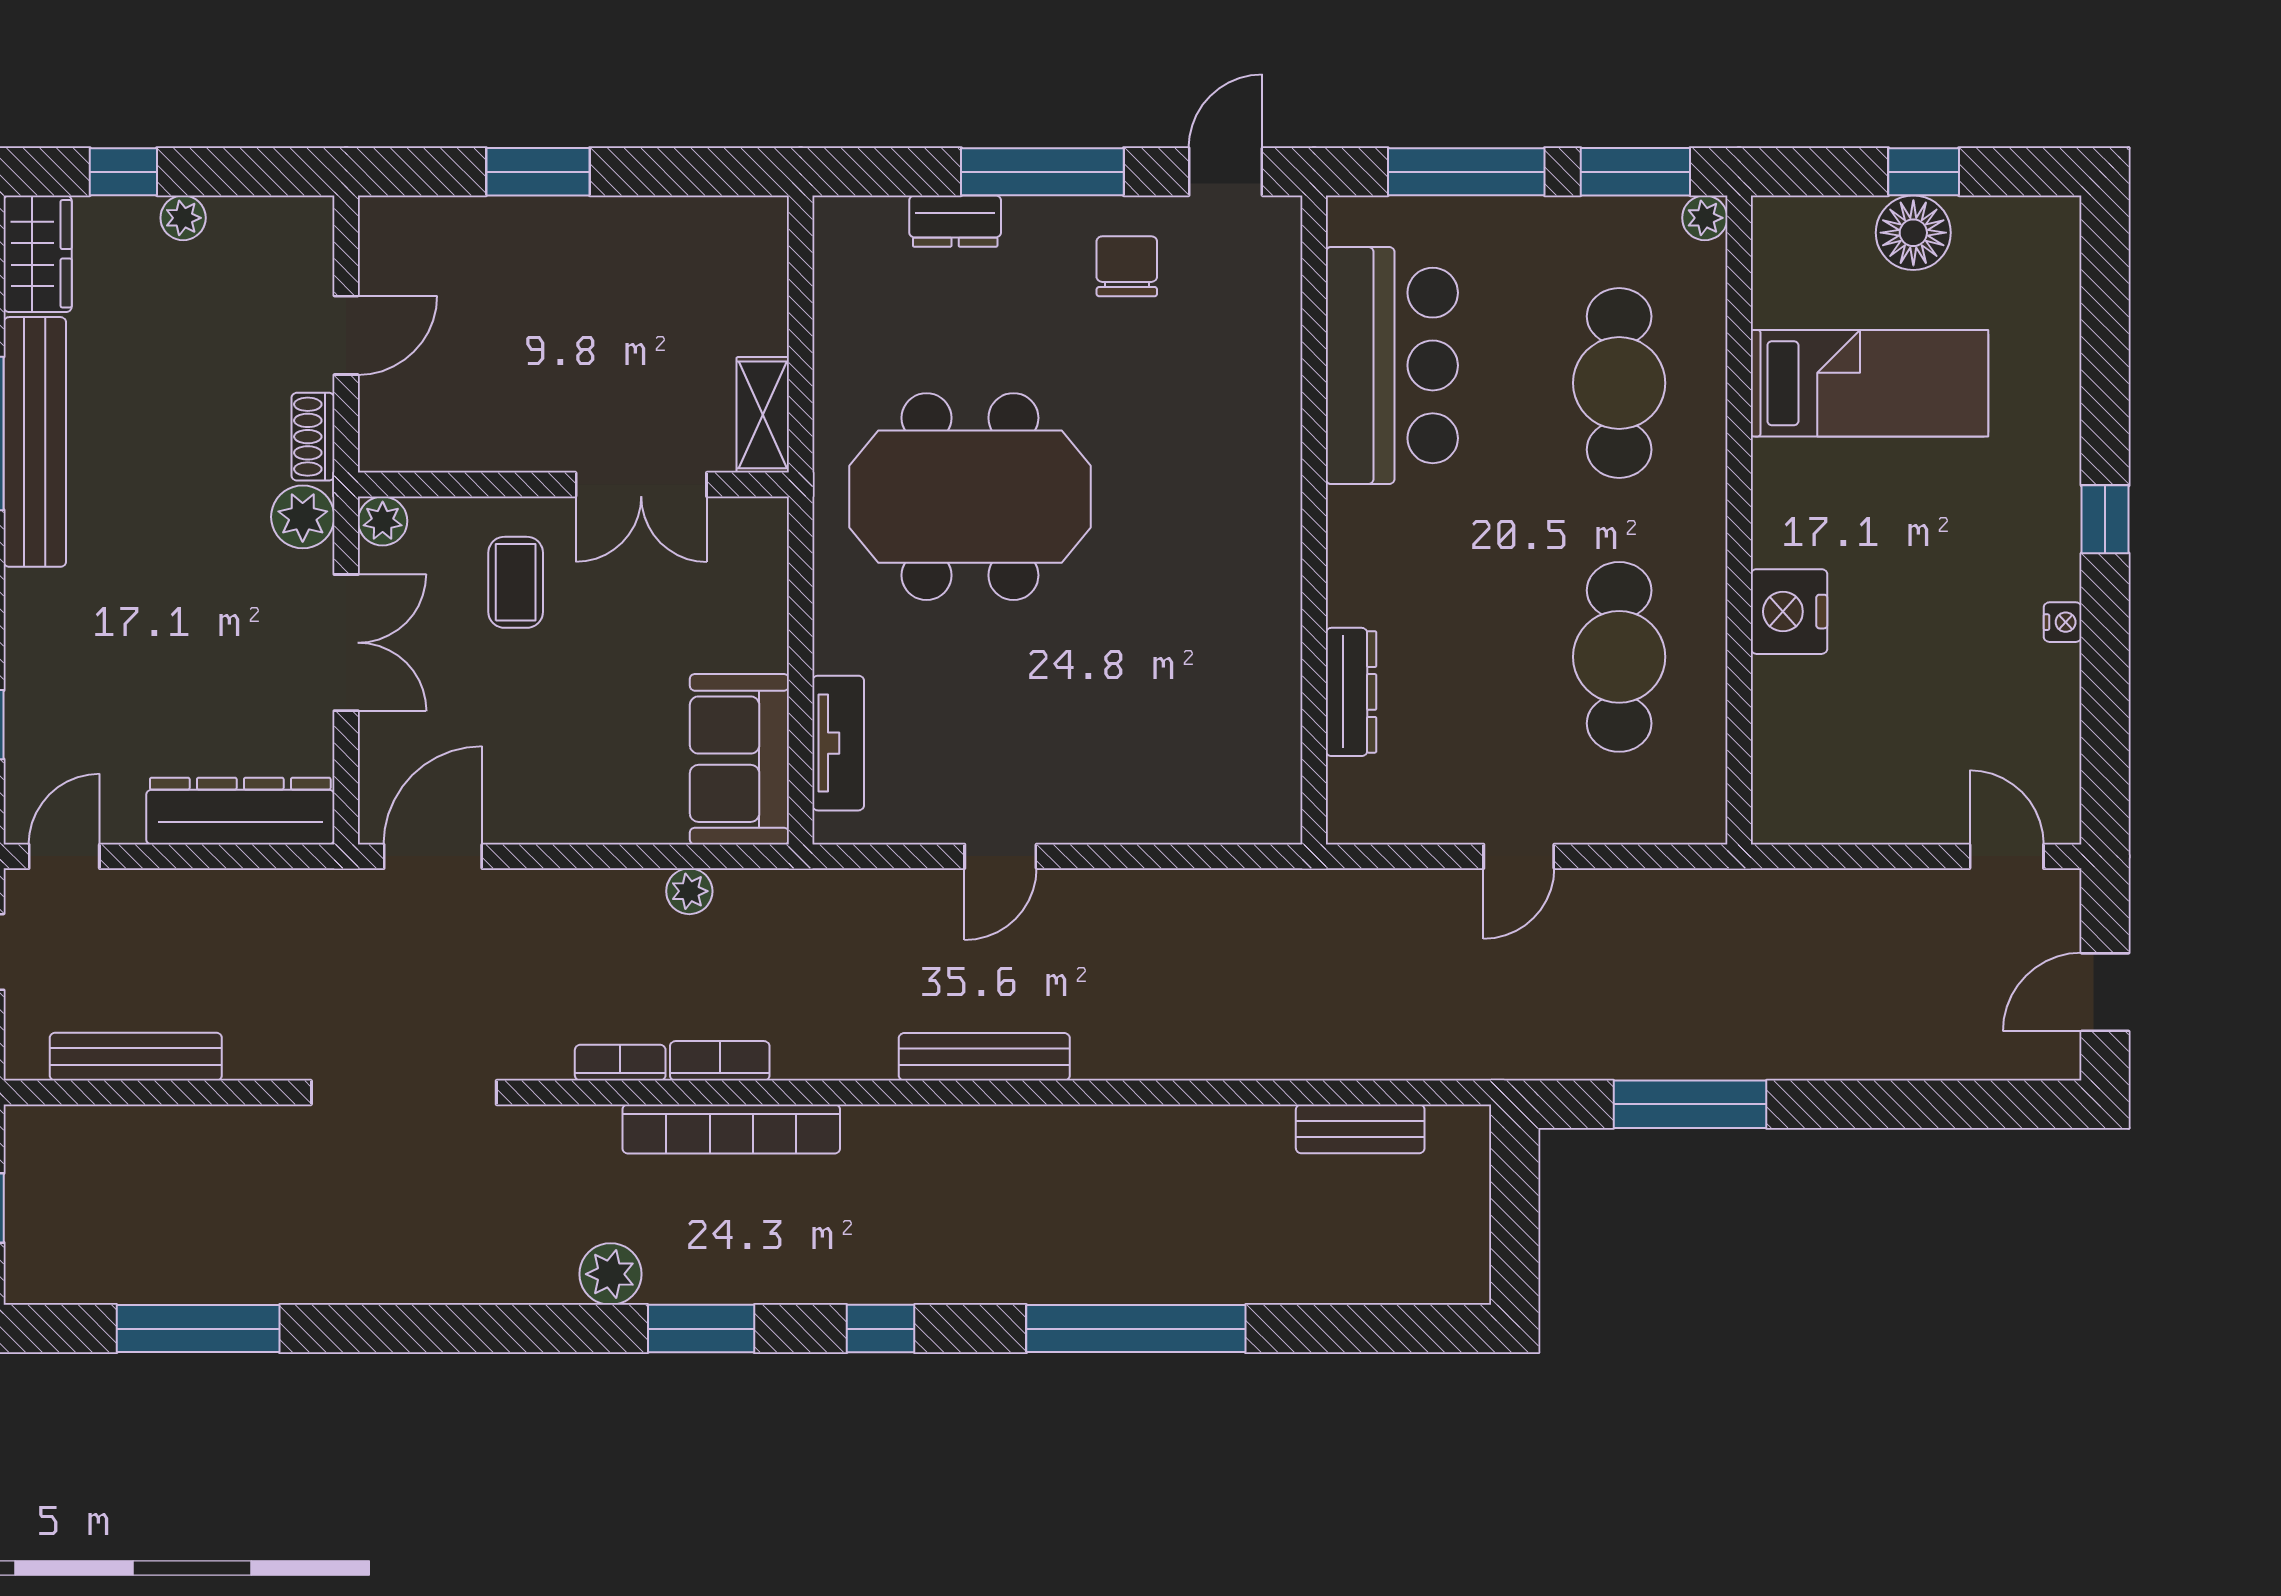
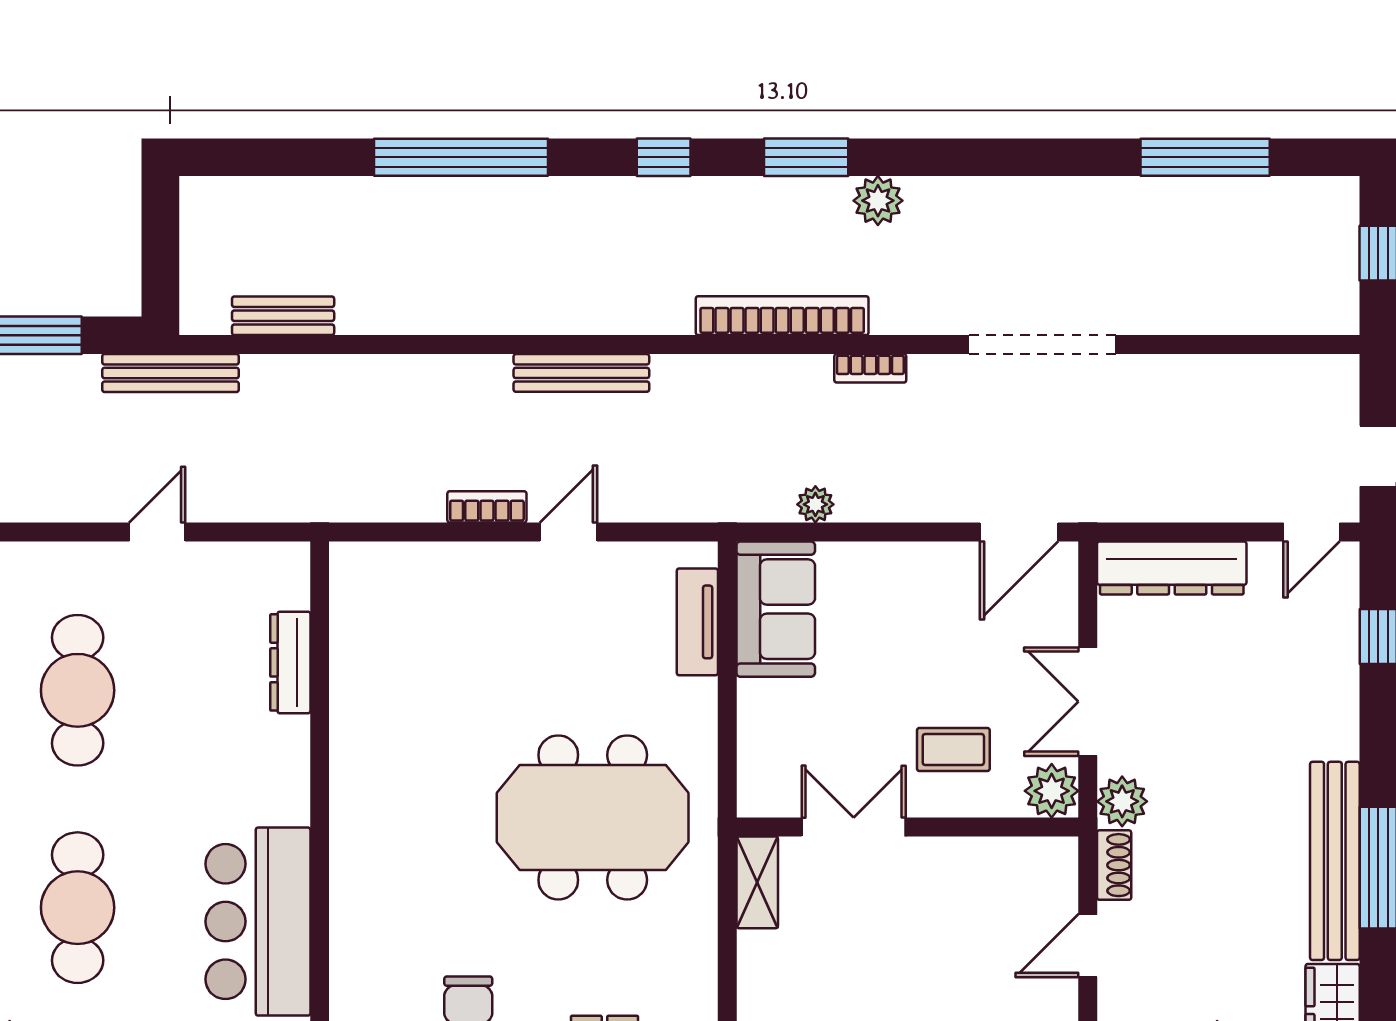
plant: (383, 521) -> (1052, 791), width x1.38, depth x1.38
coffee table: (516, 582) -> (953, 750), turned 90
bench: (136, 1057) -> (171, 373), moved
bookcase: (720, 1061) -> (487, 507), moved, turned 180

